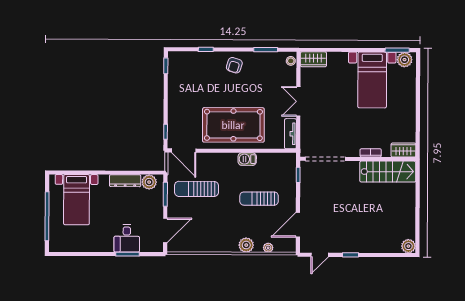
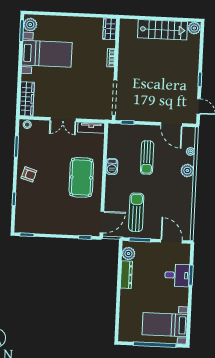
wardrobe: (313, 59) -> (27, 99), width x1.50
pool table: (233, 125) -> (81, 177), width x0.73, depth x0.76
stairs: (388, 172) -> (163, 30), moved, turned 90
sun lounger: (196, 189) -> (136, 212), turned 180
bed with nightstands: (77, 200) -> (165, 325), moved, turned 180

